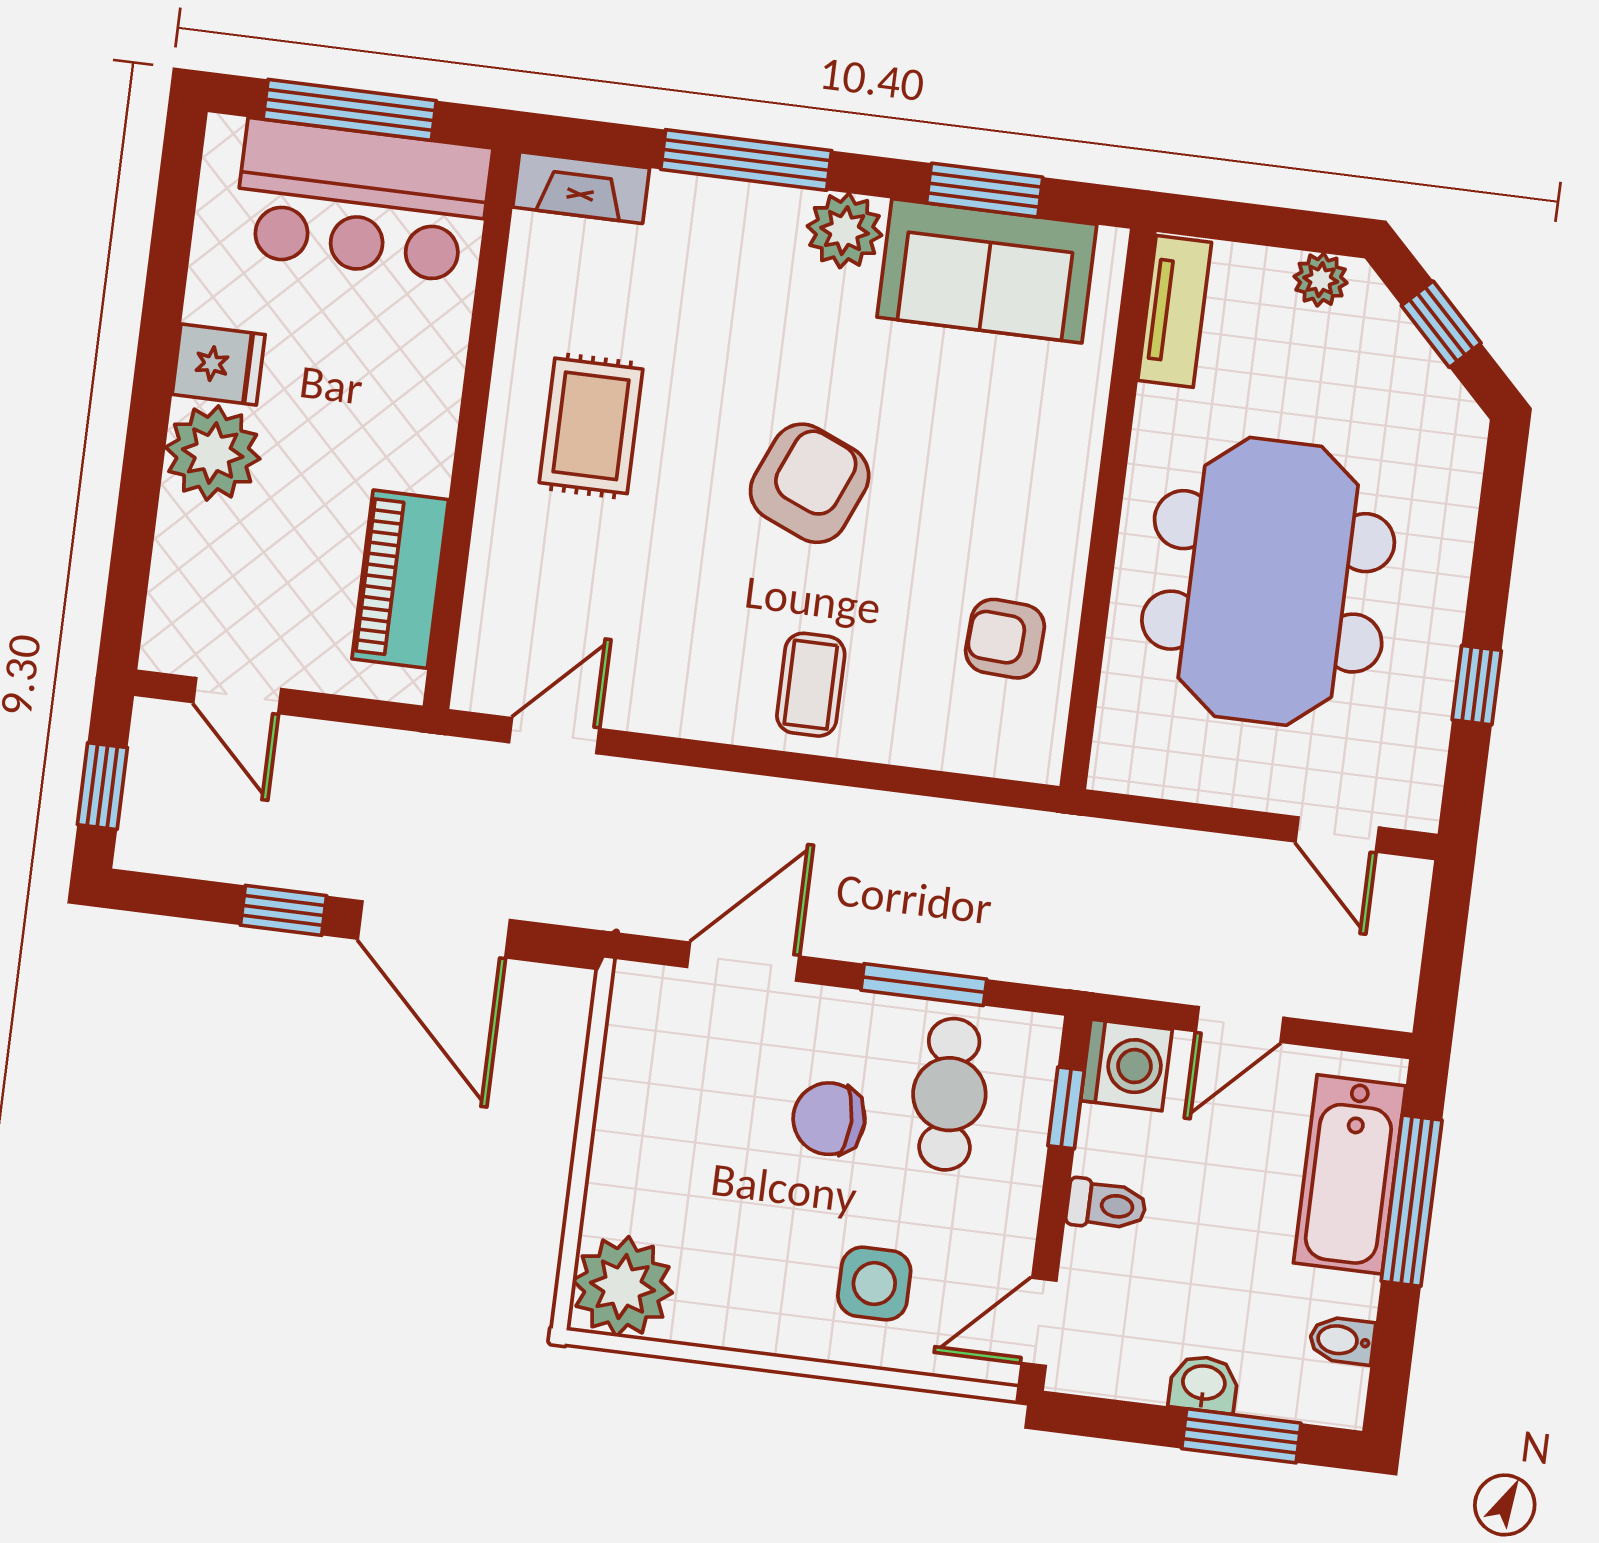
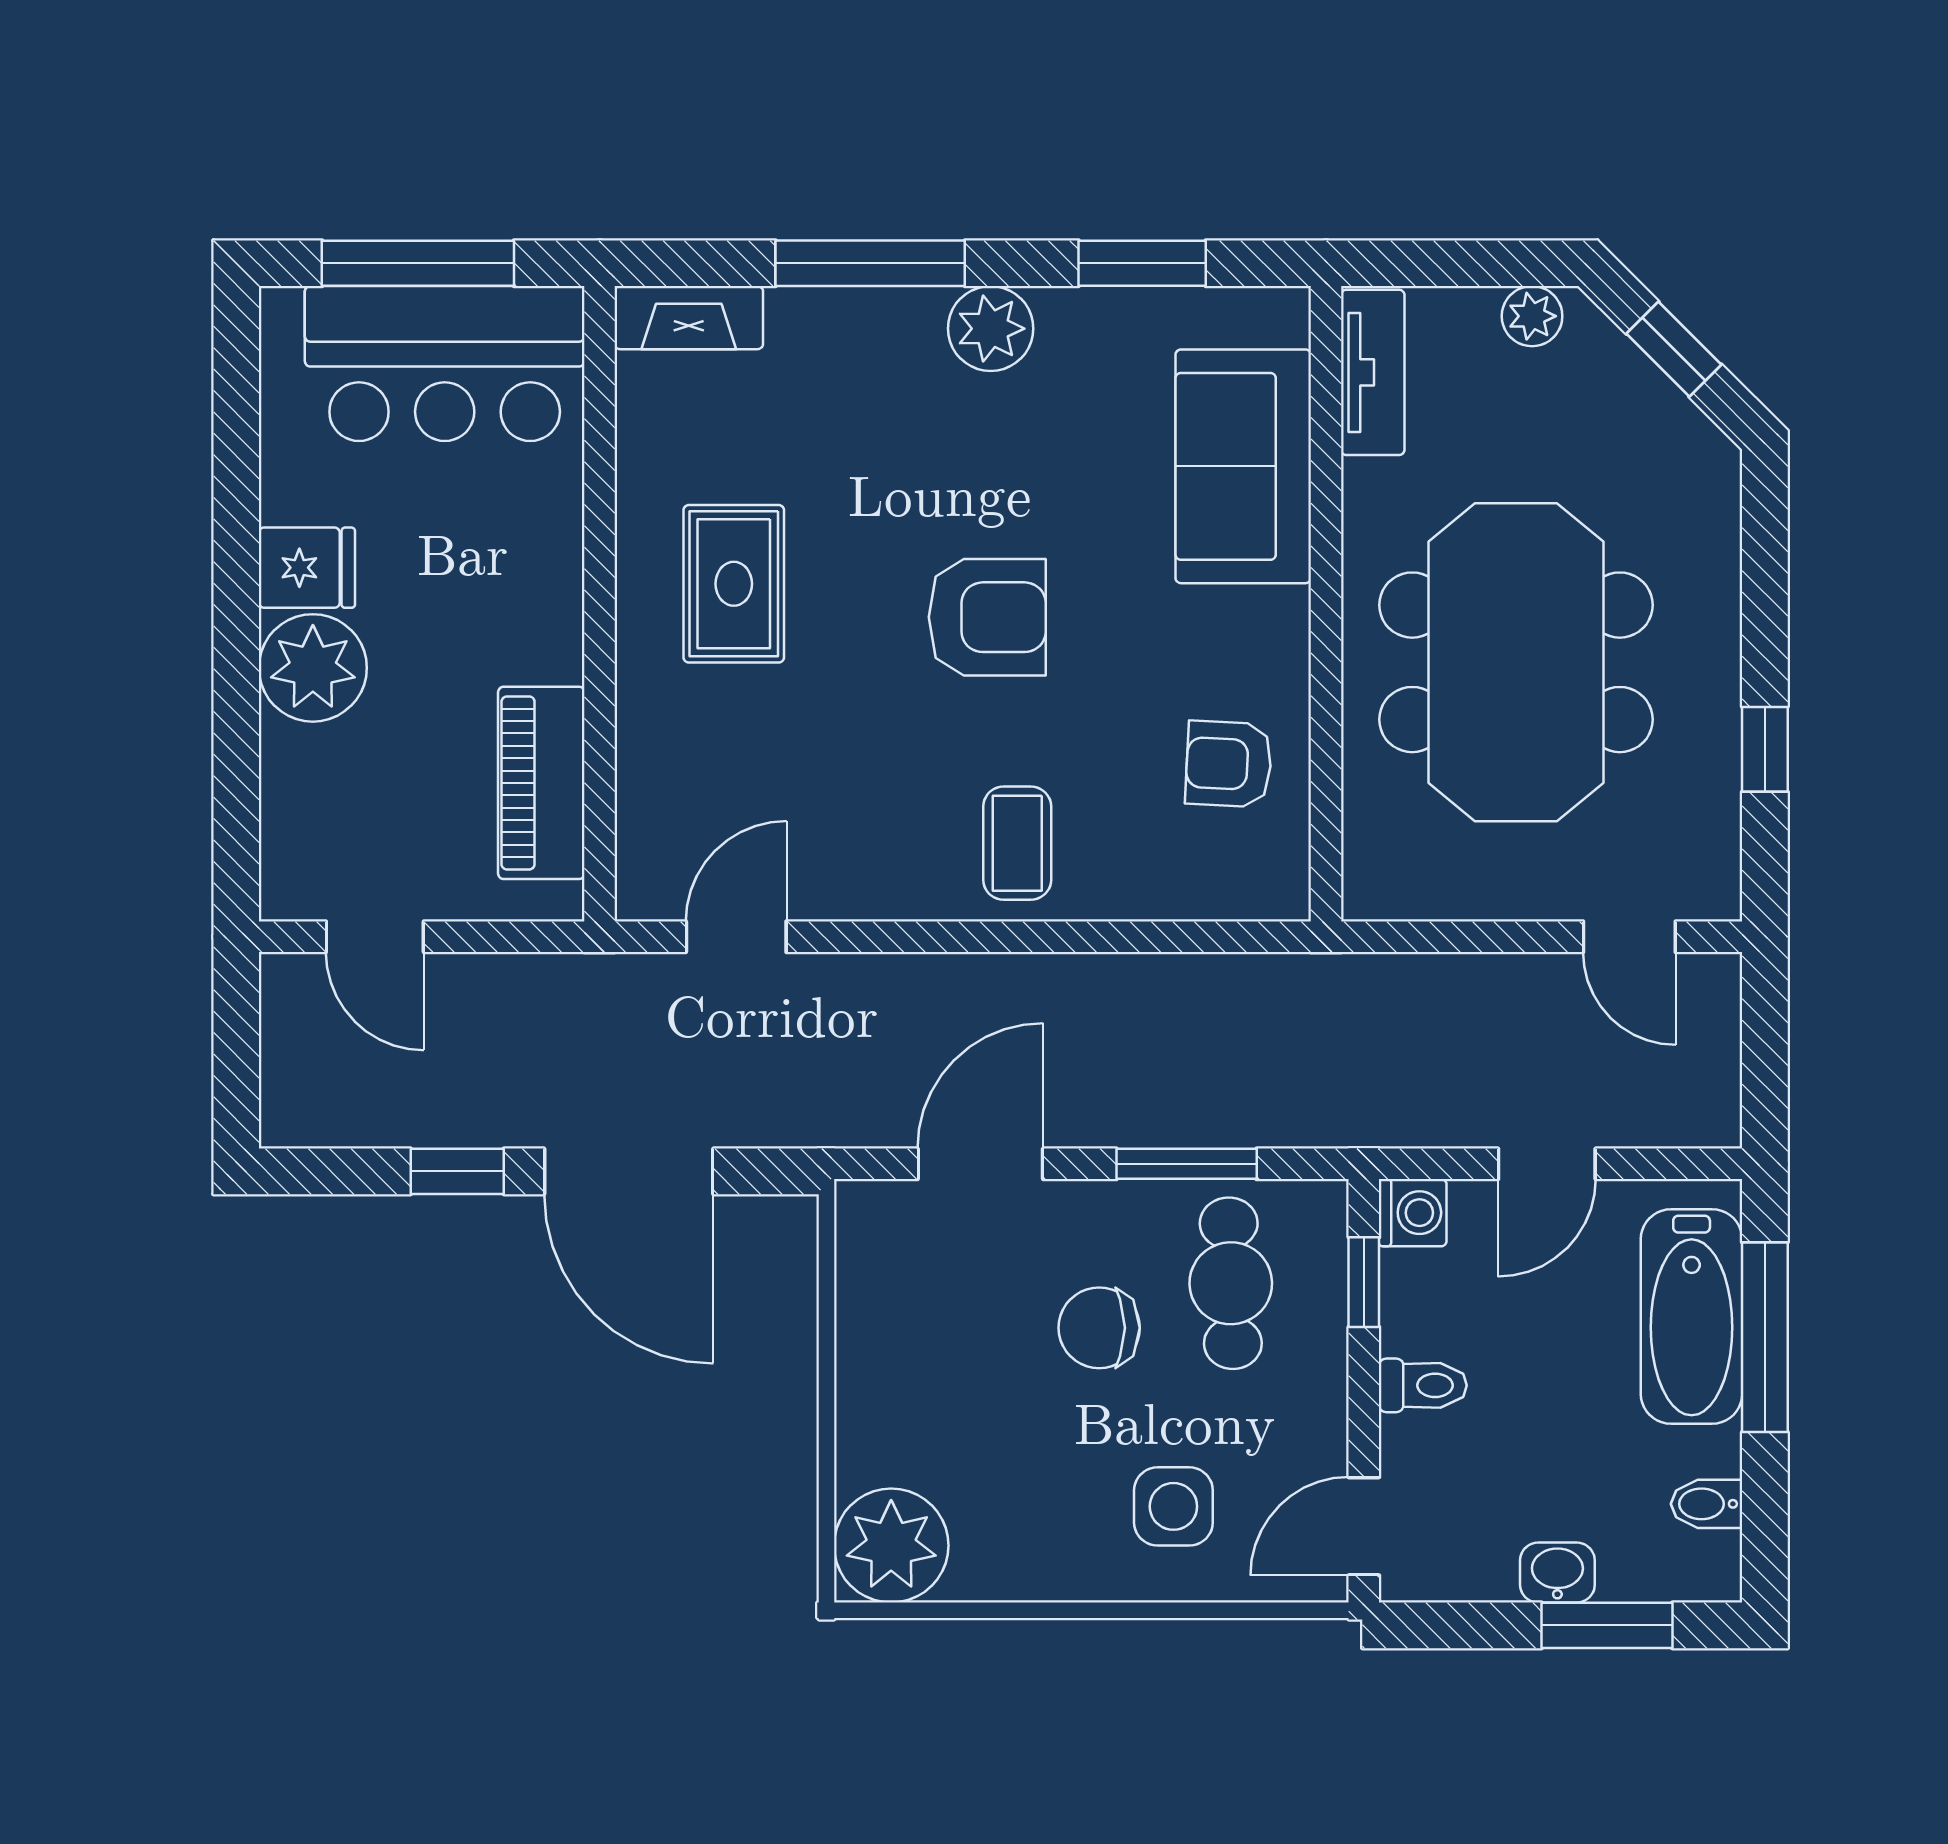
sofa: (987, 271) -> (1243, 466), moved, turned 90
armchair: (810, 483) -> (987, 617), turned 67
window: (102, 786) -> (236, 1057), removed
washing machine: (1126, 1065) -> (1413, 1213), width x0.73, depth x0.73

